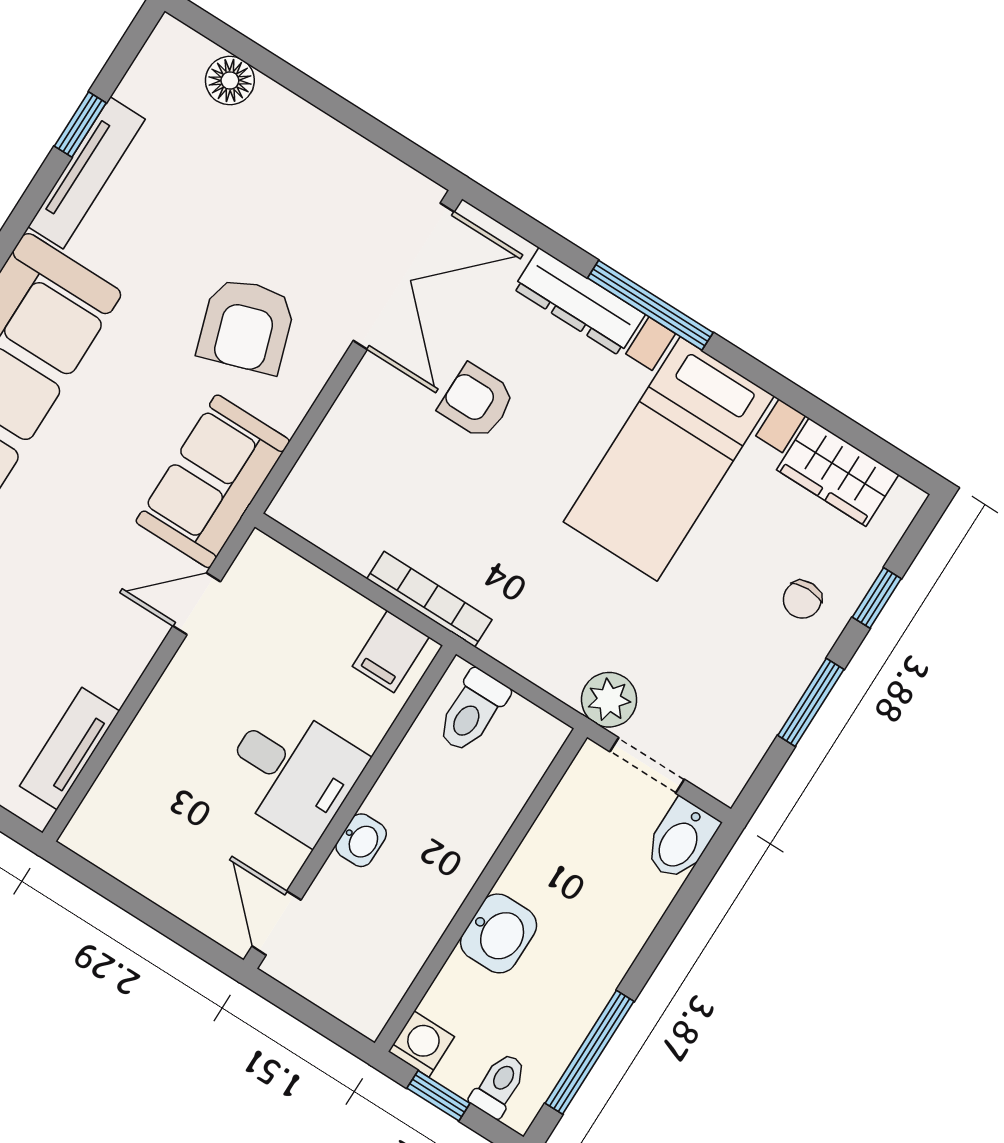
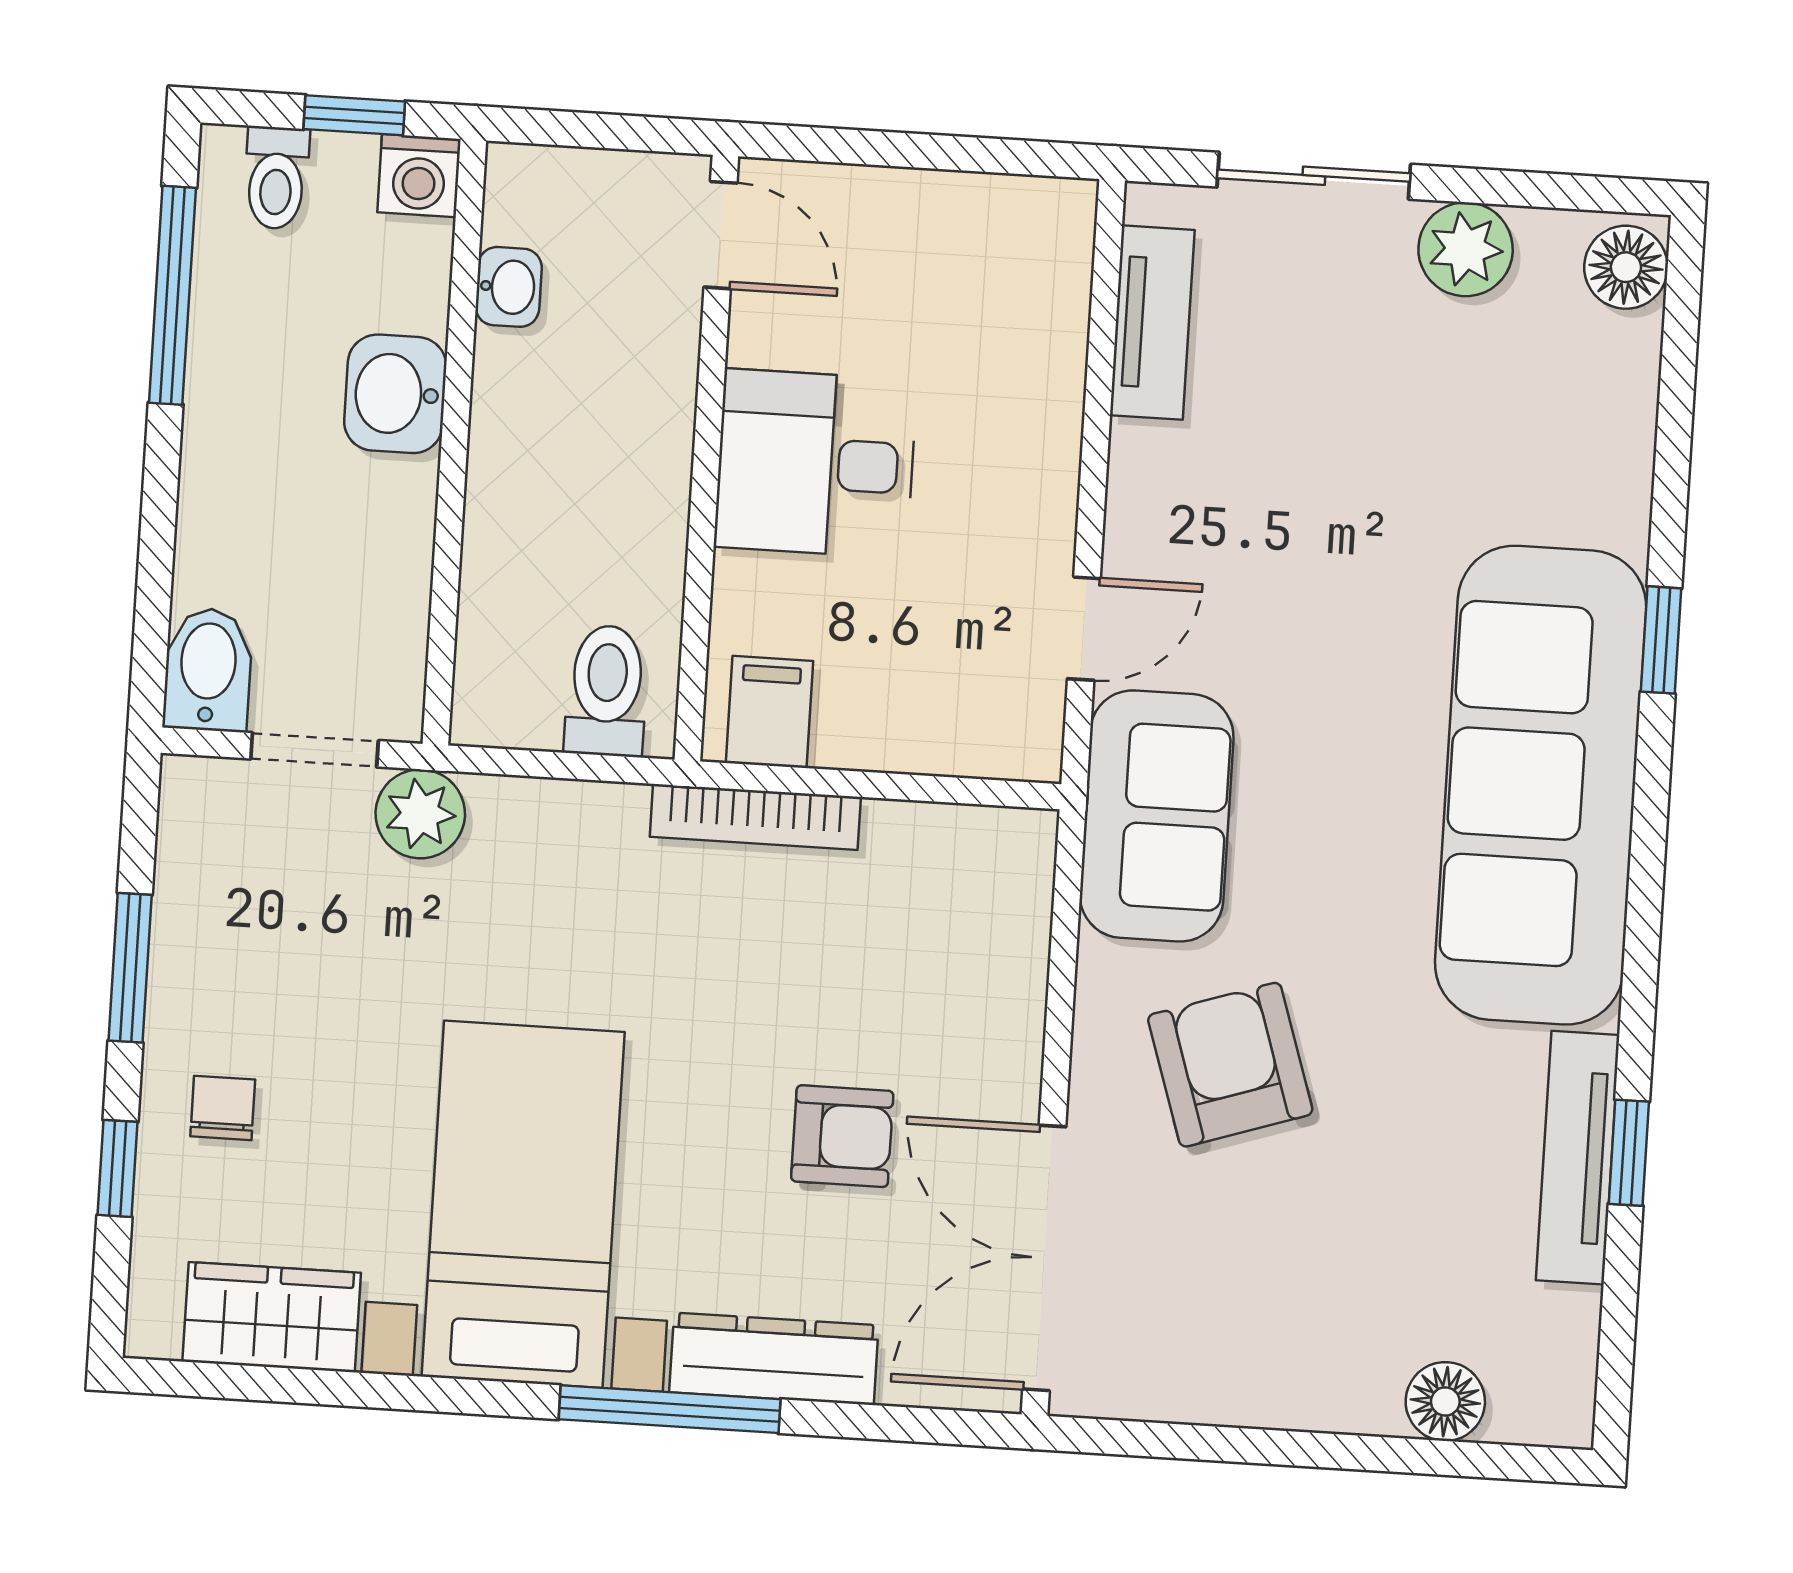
window: (80, 125) -> (1629, 1153), moved
washbasin: (361, 840) -> (509, 287), moved, turned 180

